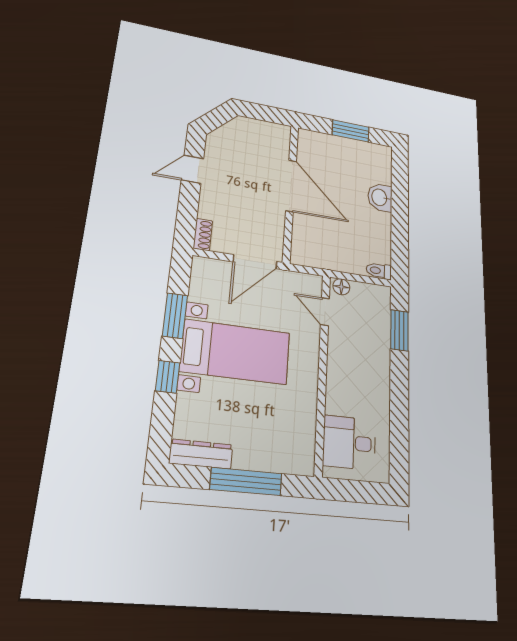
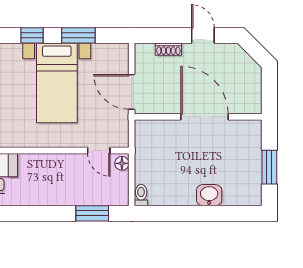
door: (291, 186) -> (204, 117), swing flipped
shoe rack: (203, 235) -> (168, 49), moved
door: (325, 312) -> (99, 151), swing flipped

